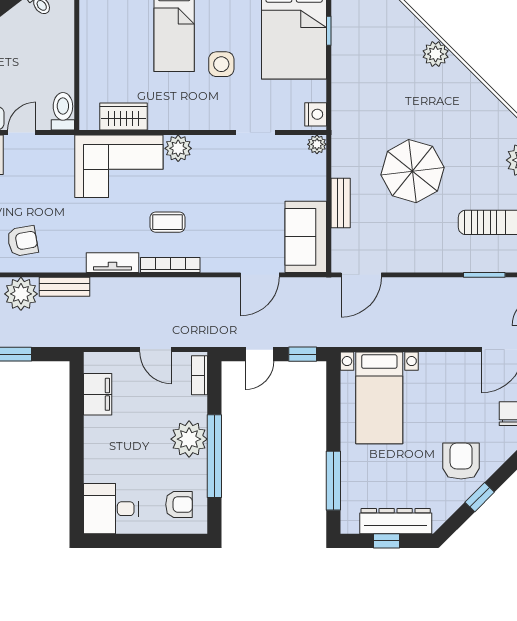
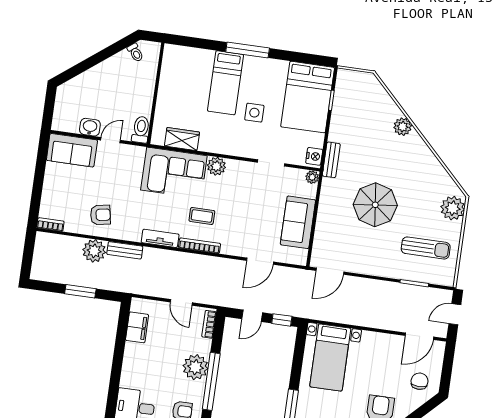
bench: (341, 203) -> (331, 160), moved
sofa: (306, 237) -> (298, 222), moved

